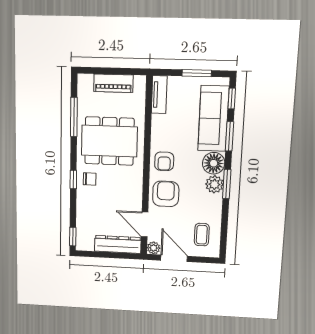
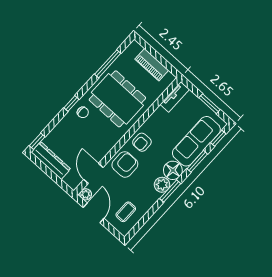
dresser: (118, 244) -> (51, 161), moved

